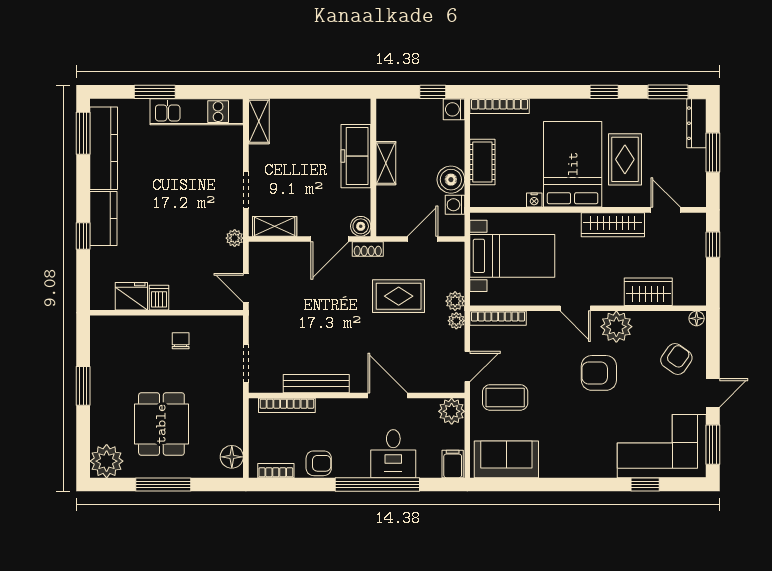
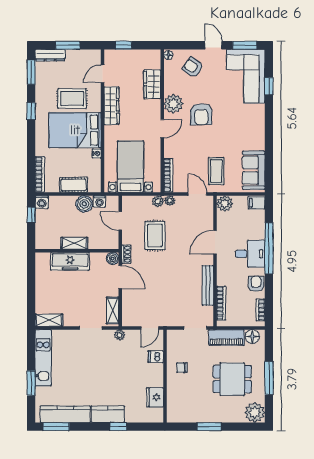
dishwasher: (159, 298) -> (156, 357), moved
piano: (230, 414) -> (226, 338), added
desk: (393, 454) -> (250, 254), moved

